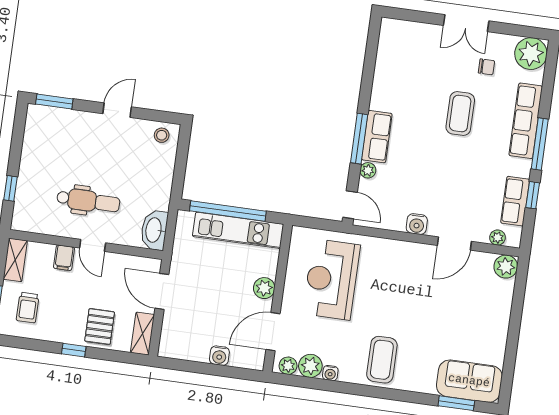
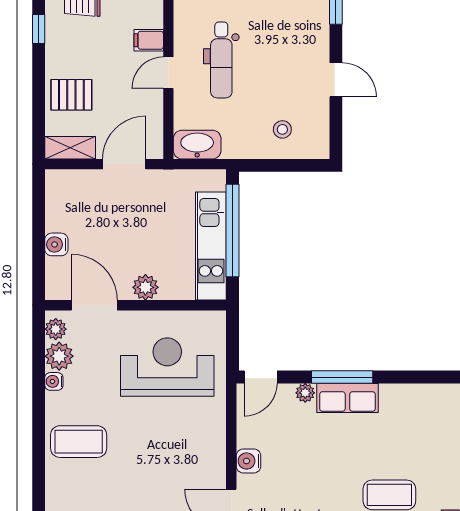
stool: (162, 135) -> (282, 129), moved
window: (74, 350) -> (39, 29), moved

